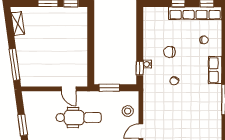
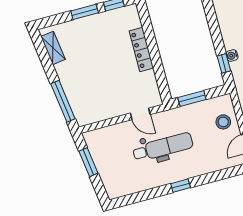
locker: (82, 42) -> (141, 50), added
window: (23, 125) -> (88, 162), moved

